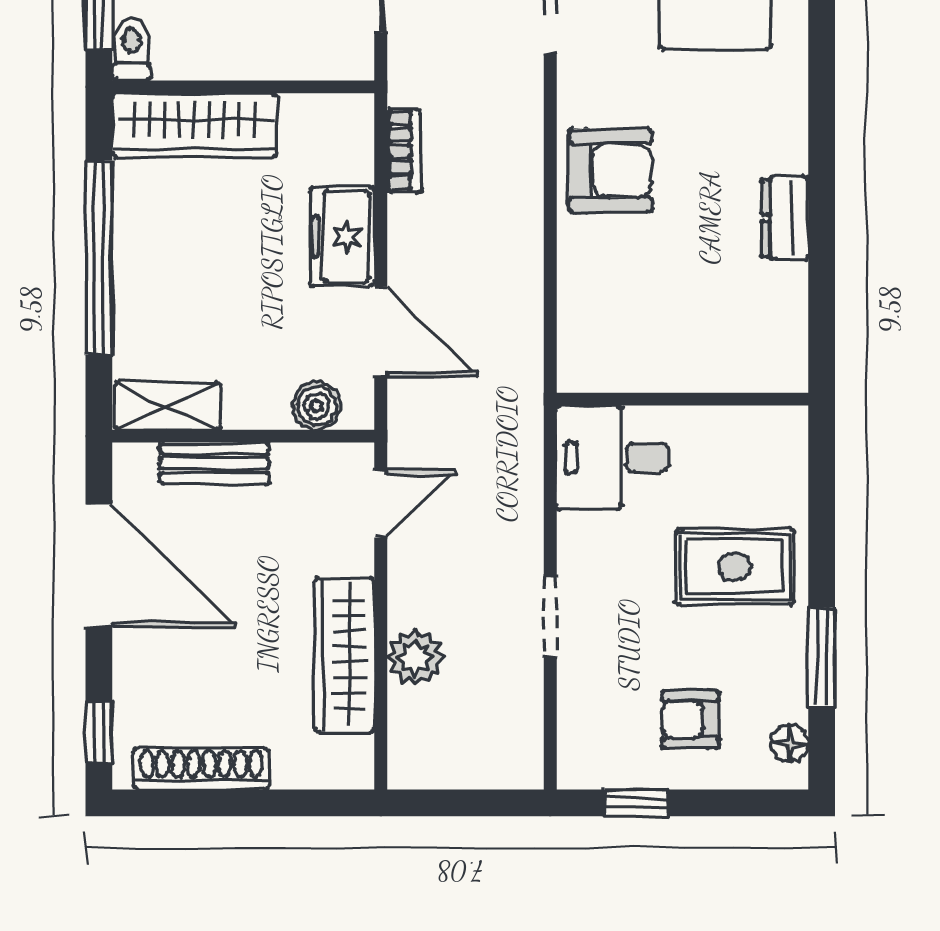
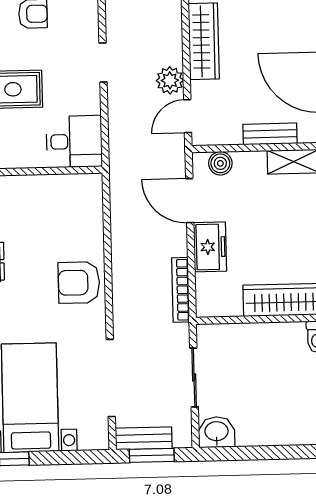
bookcase: (404, 151) -> (181, 290), width x1.56
plant: (415, 658) -> (170, 80), moved

